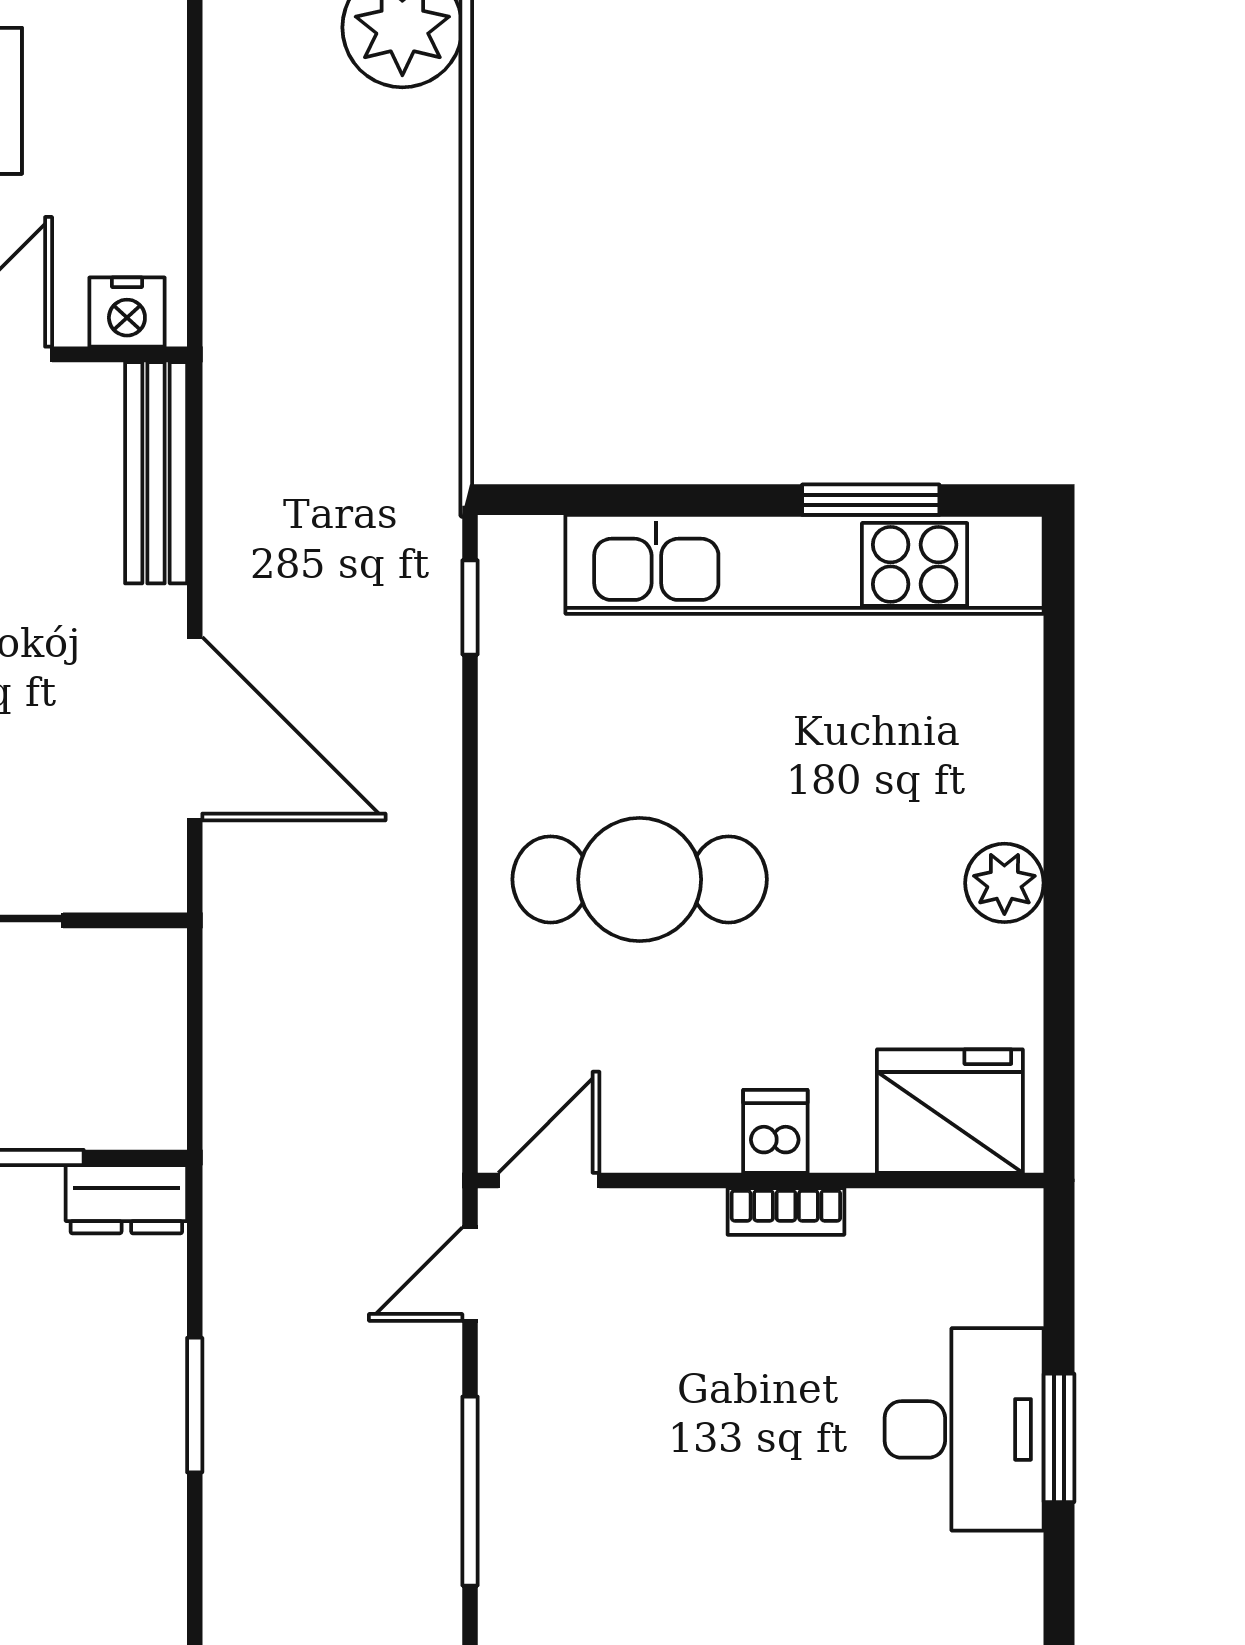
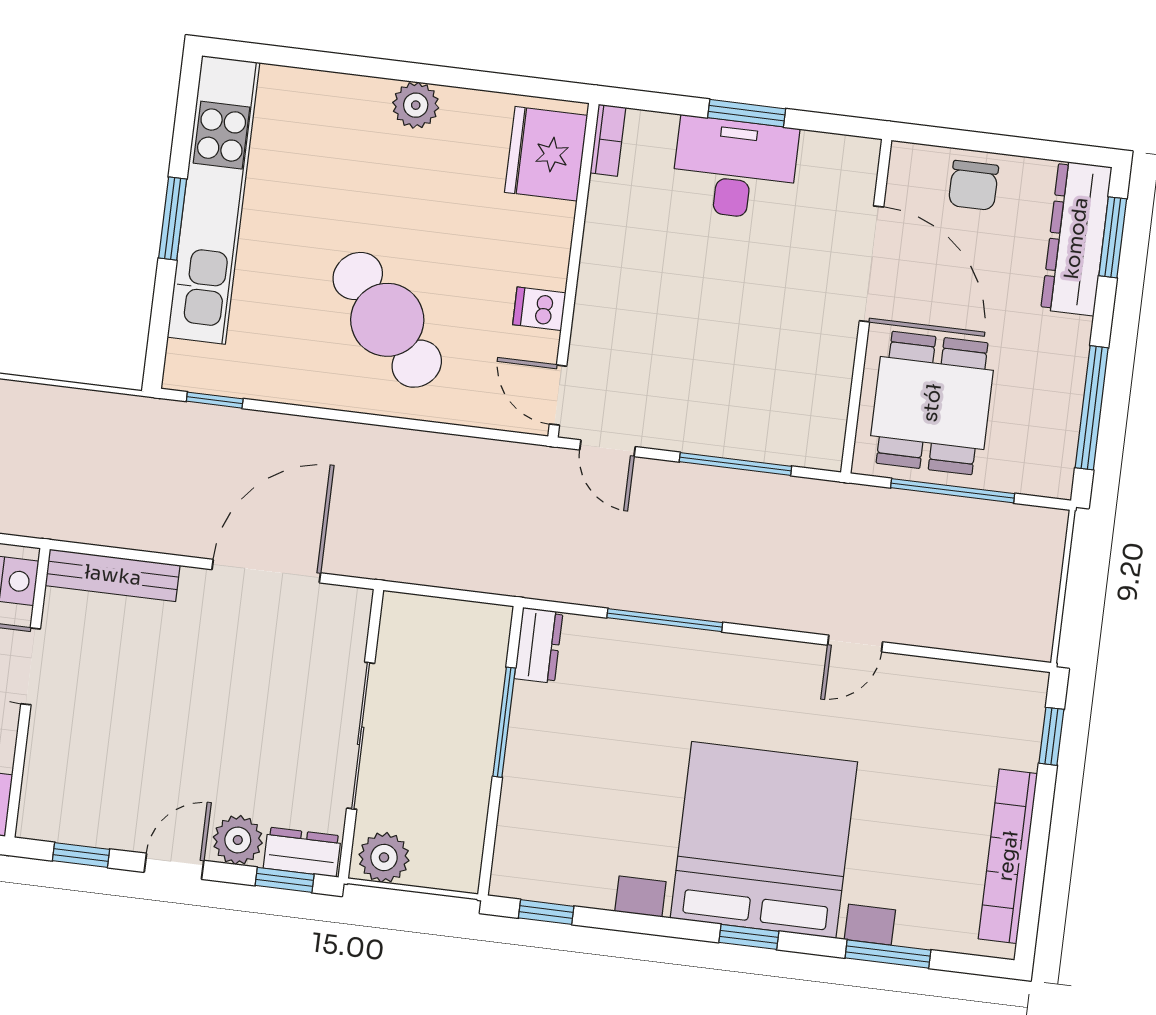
window: (871, 500) -> (173, 219), moved
cafe table: (640, 879) -> (387, 320), turned -41
dishwasher: (775, 1131) -> (539, 309), moved
bookcase: (786, 1211) -> (608, 140), moved
window: (195, 1405) -> (665, 620), width x1.44

